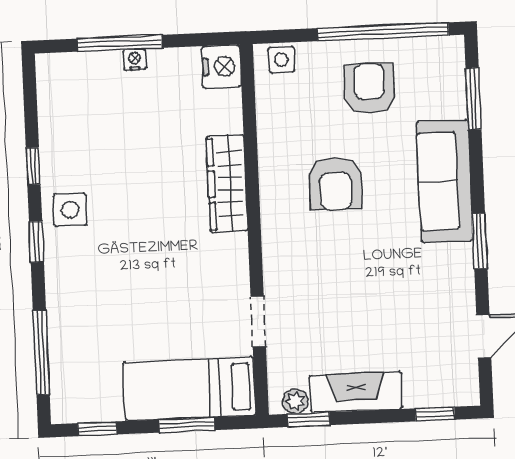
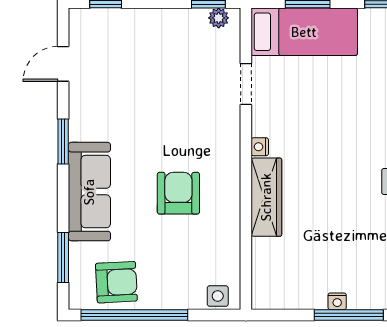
nightstand: (222, 66) -> (260, 147), moved, width x0.53, depth x0.56
armchair: (369, 88) -> (116, 282), moved, turned -93
fireplace: (356, 392) -> (169, 23), removed

